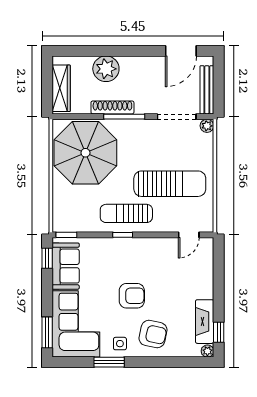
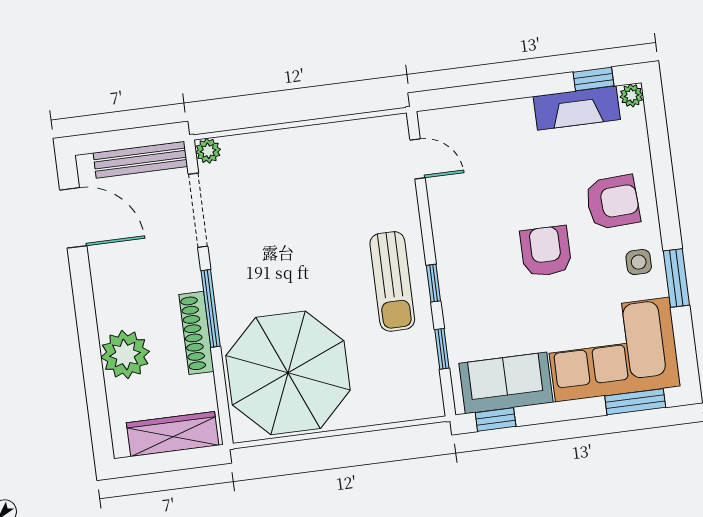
sun lounger: (170, 184) -> (326, 207), removed
window: (66, 235) -> (442, 349), moved
armchair: (153, 334) -> (613, 202), turned 75

